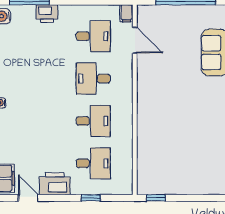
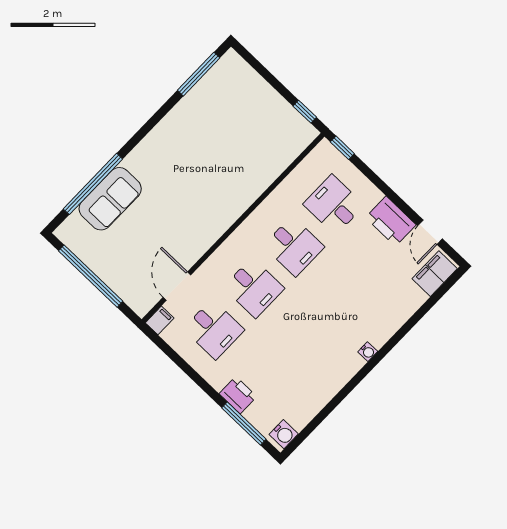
desk: (93, 36) -> (214, 329), turned 180
desk: (93, 121) -> (294, 246), turned 180
window: (91, 198) -> (342, 148), moved

